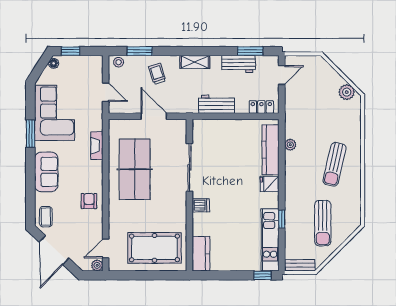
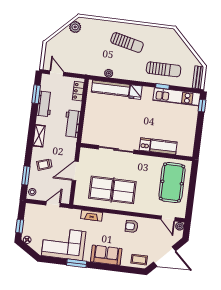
sun lounger: (323, 223) -> (164, 69), moved
kitchen counter: (201, 254) -> (163, 147), moved

